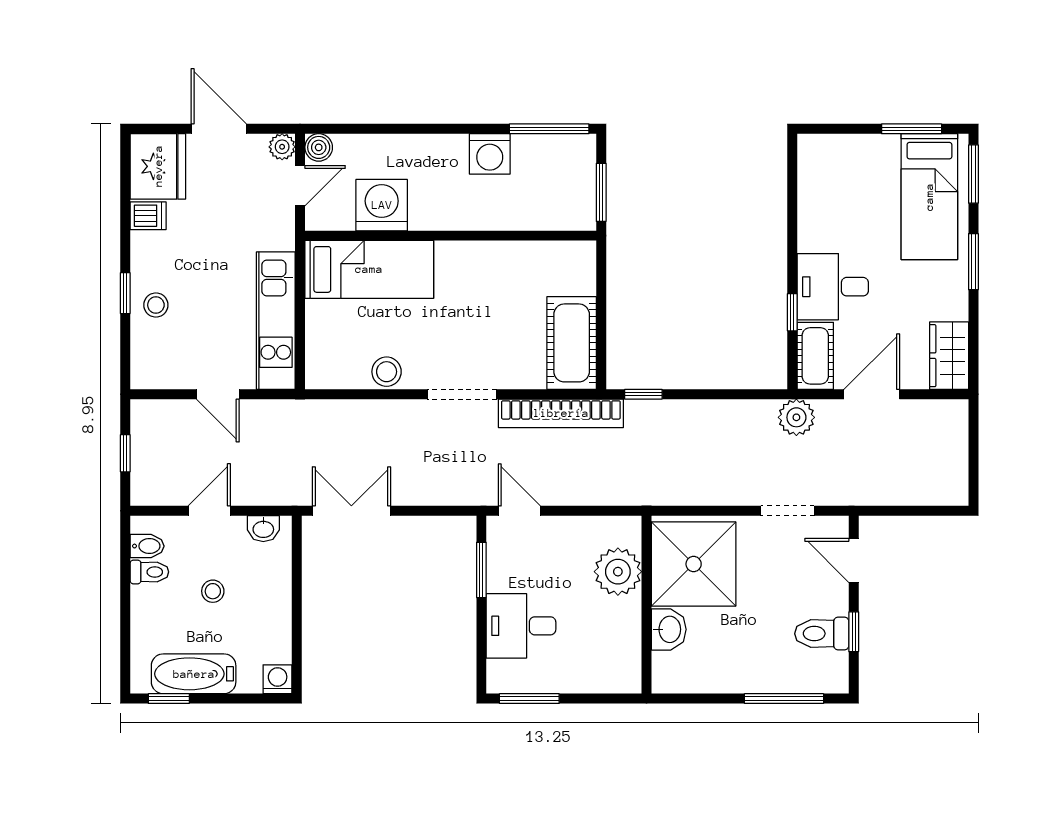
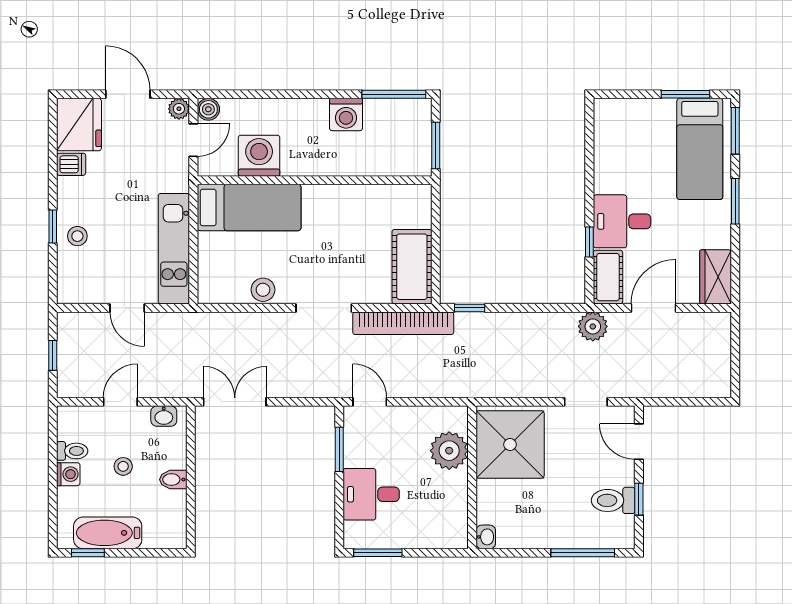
bidet: (147, 546) -> (173, 480), moved, turned 180
washbasin: (669, 629) -> (486, 537), moved, width x0.72, depth x0.69
washing machine: (278, 679) -> (68, 474), moved, turned 90

